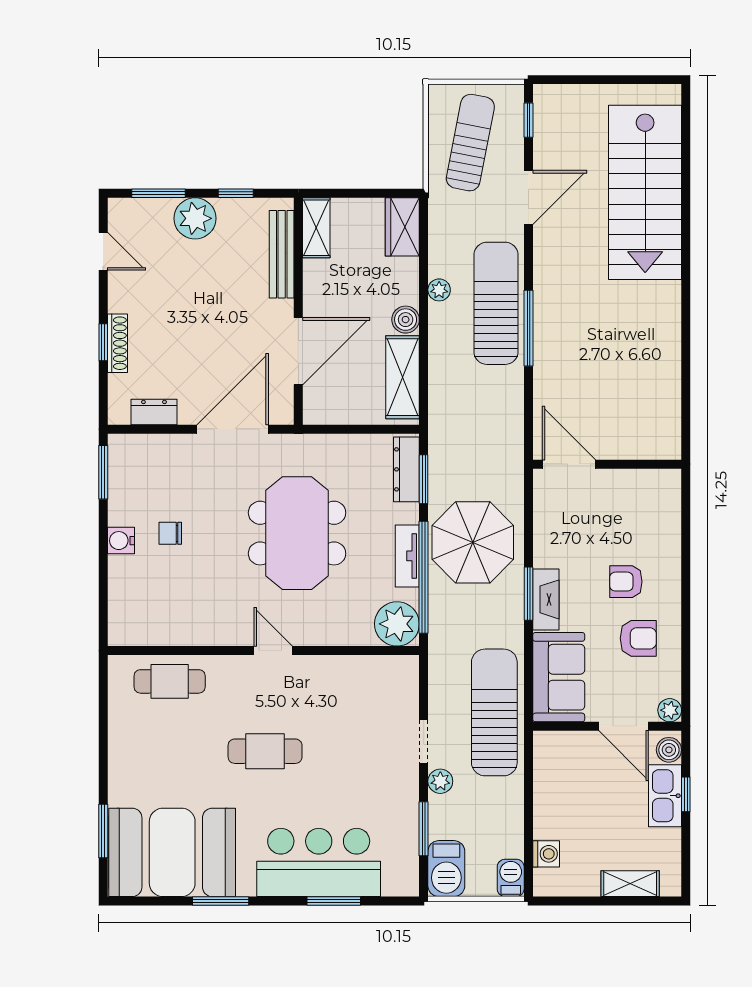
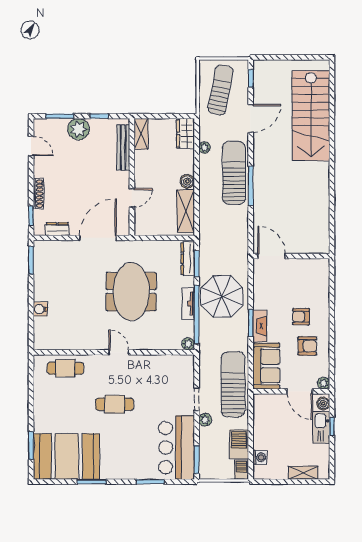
plant: (439, 290) -> (205, 148), moved
window: (103, 342) -> (31, 216), moved
door: (298, 351) -> (132, 198), width x0.53
chair: (170, 533) -> (66, 292), removed
water cooler: (121, 541) -> (40, 309), moved
plant: (397, 624) -> (188, 344), width x0.53, depth x0.53
window: (424, 829) -> (197, 460), moved
bar counter: (319, 862) -> (177, 448), moved, turned -90
barbecue: (446, 869) -> (239, 444), moved, turned 180

